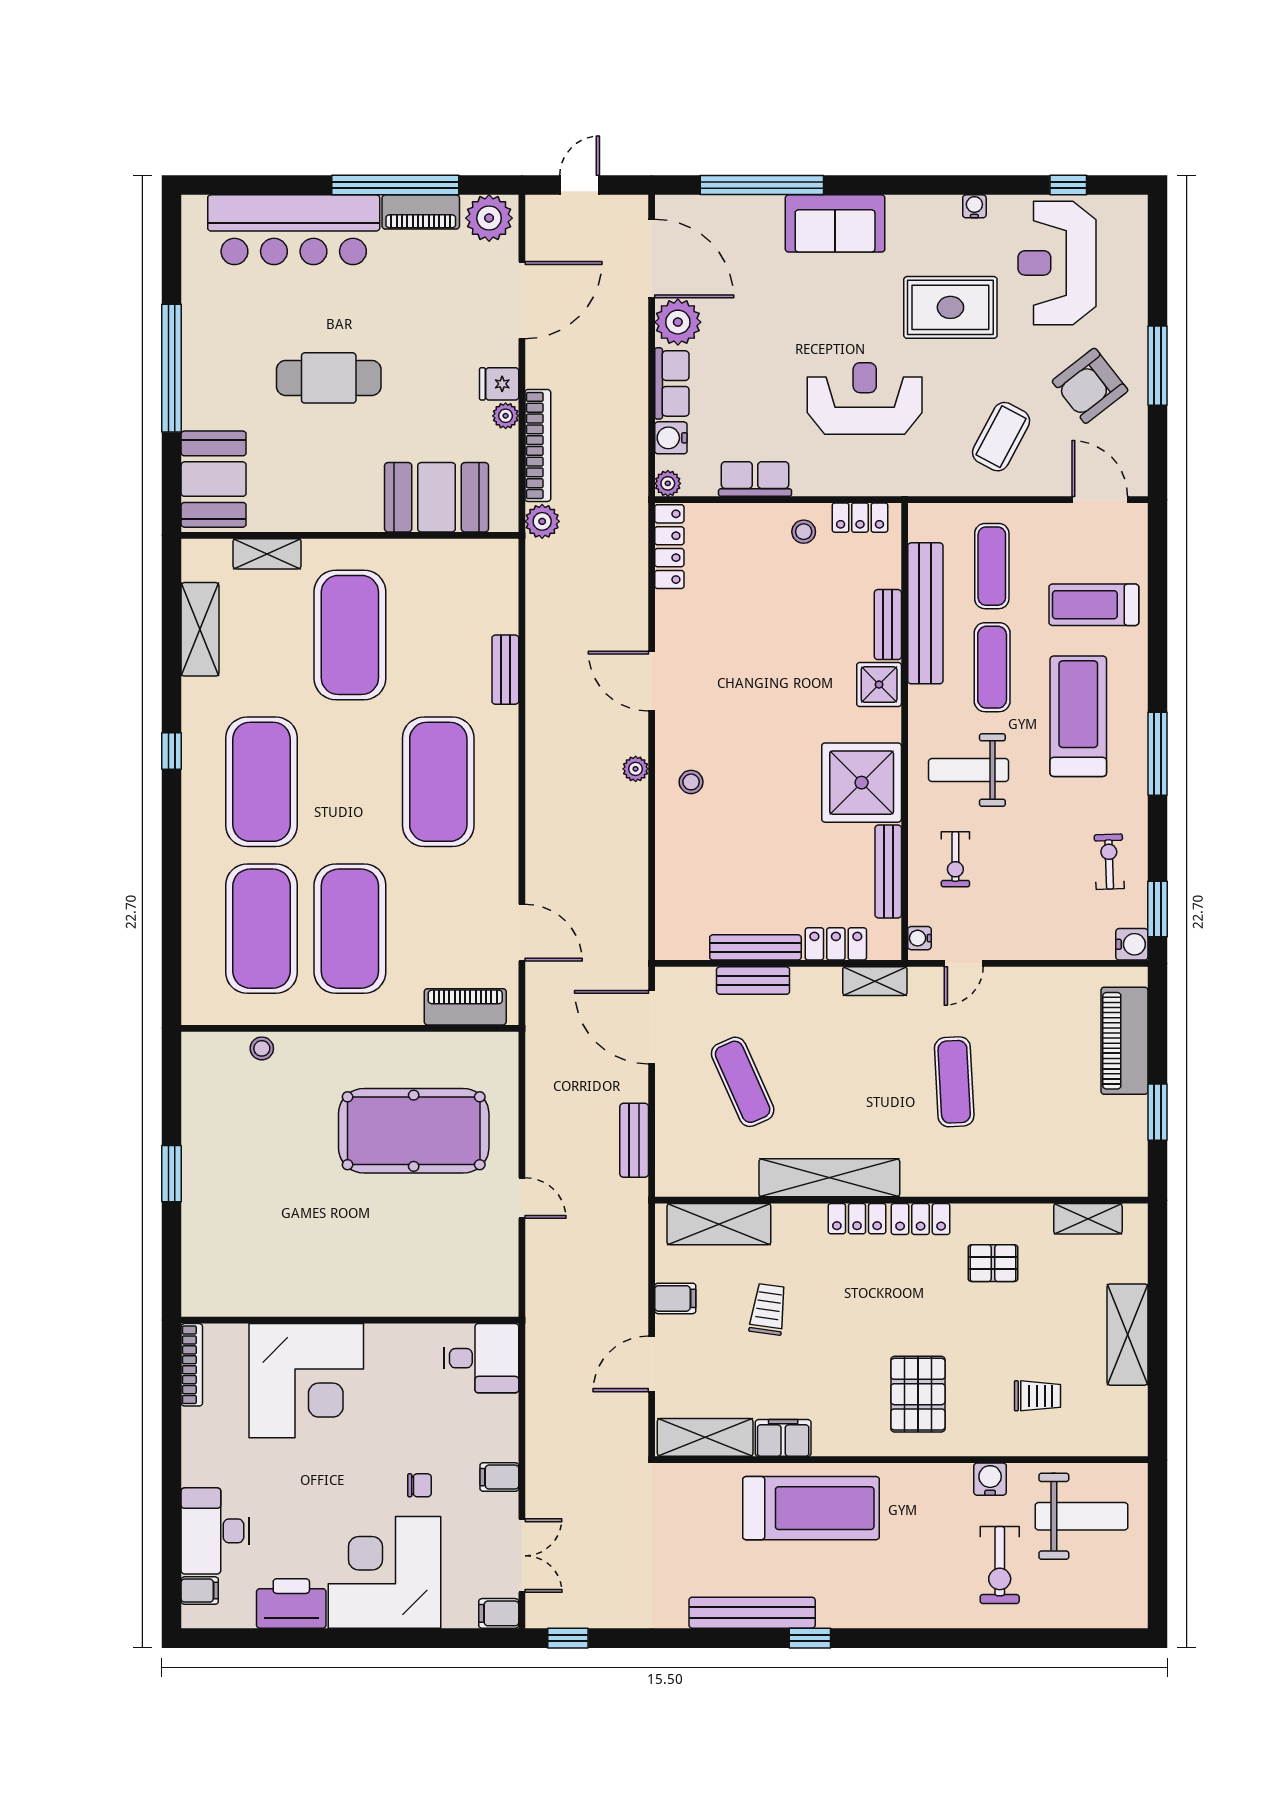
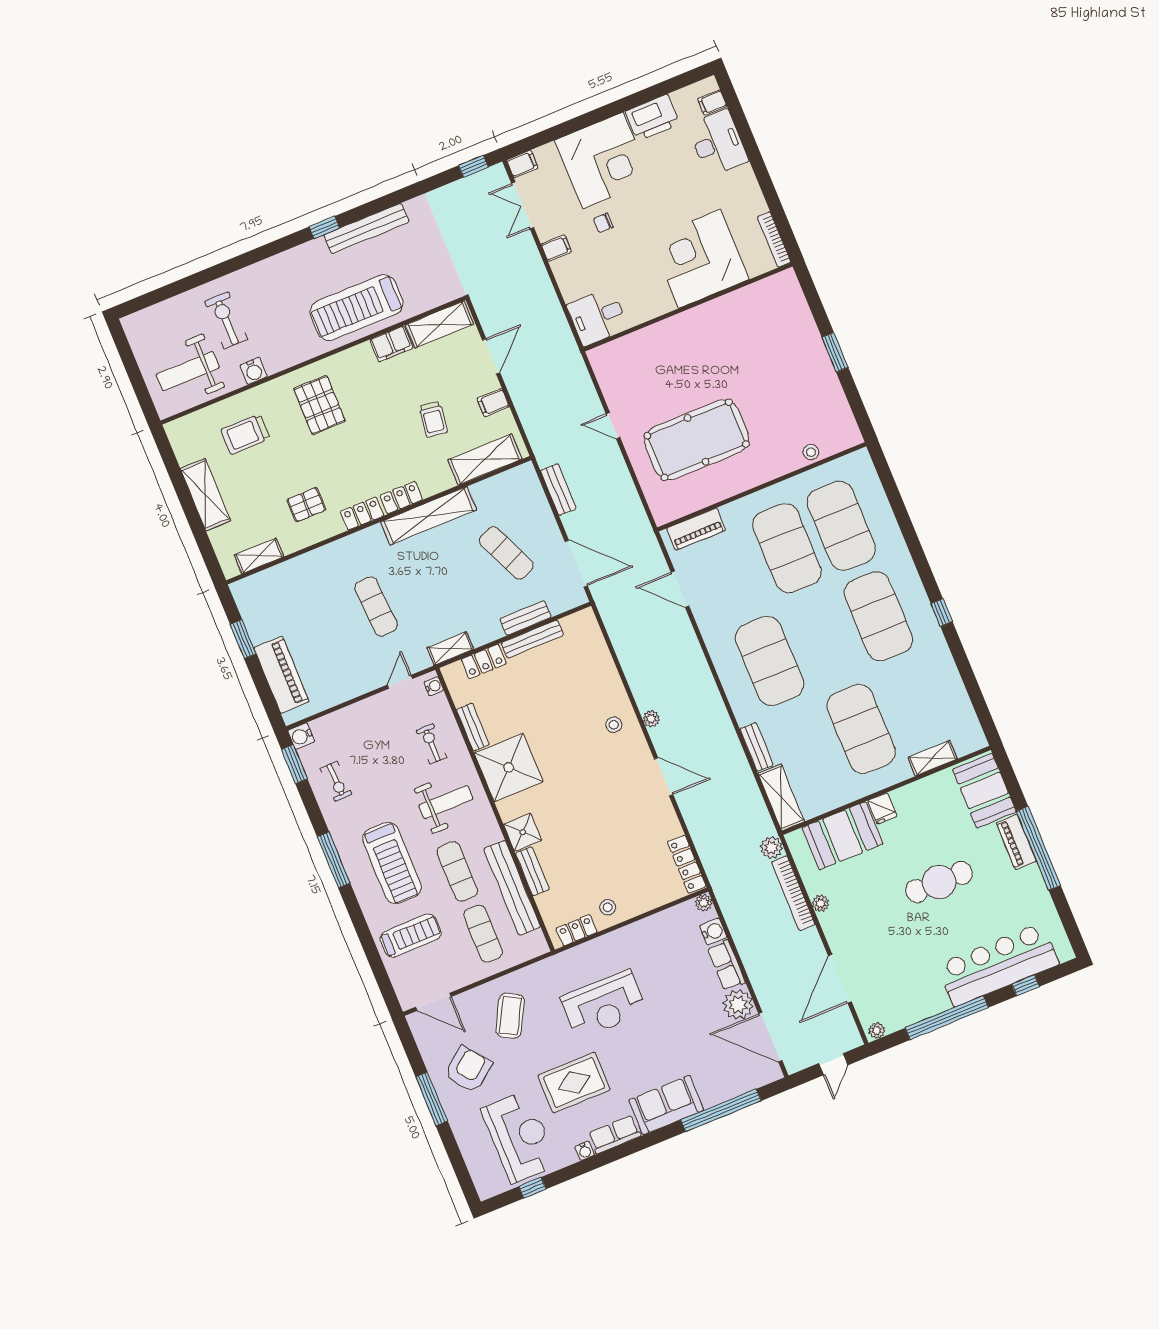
window: (267, 185) -> (1026, 985), added
piano: (421, 212) -> (1016, 842), moved, turned -90
plant: (489, 218) -> (877, 1030), width x0.53, depth x0.53
fridge: (499, 384) -> (882, 808), moved, turned 90
row of seats: (755, 479) -> (614, 1134), moved, turned 180
shelving: (200, 629) -> (781, 797), moved
bench: (888, 871) -> (473, 727), width x0.73
trolley: (1037, 1396) -> (245, 434), width x1.36, depth x1.39

